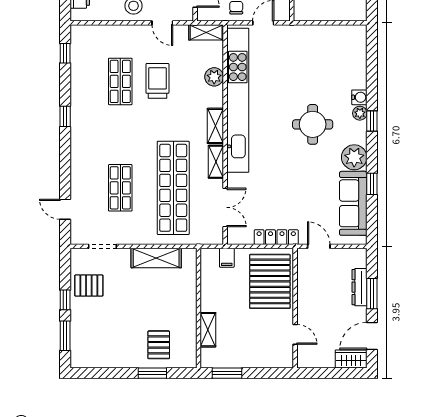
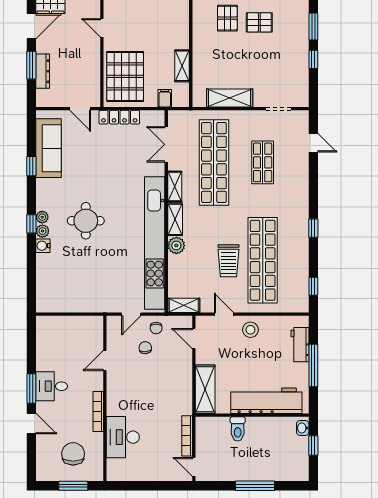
plant: (214, 77) -> (176, 245), moved
shop shelf: (120, 81) -> (263, 260), width x2.00, depth x1.36
plant: (354, 157) -> (42, 217), moved, width x0.53, depth x0.53
pallet: (89, 286) -> (259, 22), moved
shelving: (208, 330) -> (182, 66), moved

